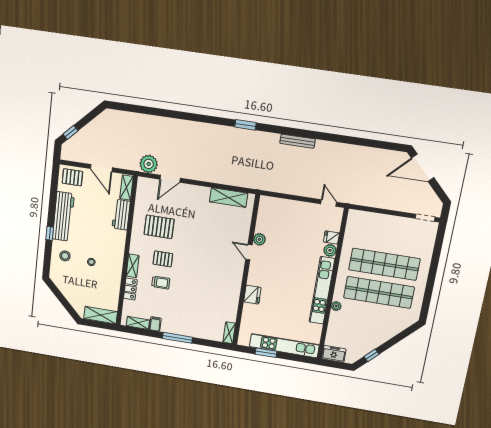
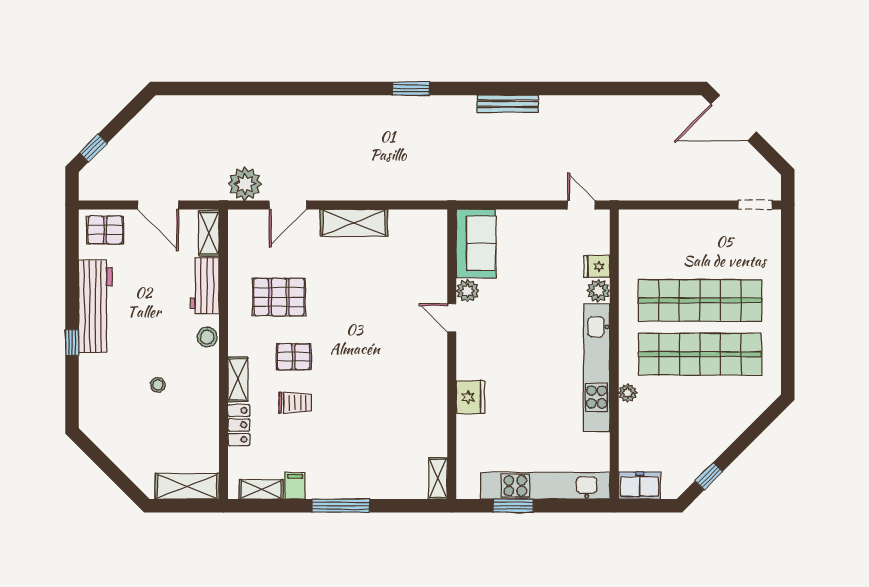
shelving: (229, 198) -> (354, 223), moved
sofa: (268, 215) -> (476, 243), added
stool: (65, 256) -> (207, 337), moved

